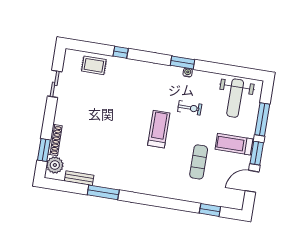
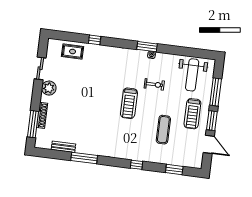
treadmill: (159, 129) -> (129, 103), turned 180
treadmill: (234, 144) -> (192, 114), turned -90
window: (44, 150) -> (33, 124), width x1.44
plant: (55, 165) -> (49, 88), moved
door: (252, 181) -> (209, 144), swing flipped
window: (165, 203) -> (137, 165), added

